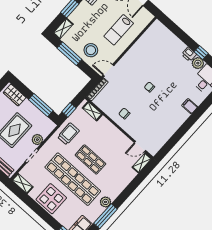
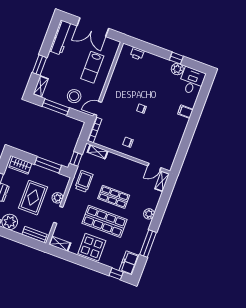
printer: (189, 54) -> (137, 54), moved
shop shelf: (73, 179) -> (104, 221), width x0.71
plant: (106, 202) -> (149, 214), moved

